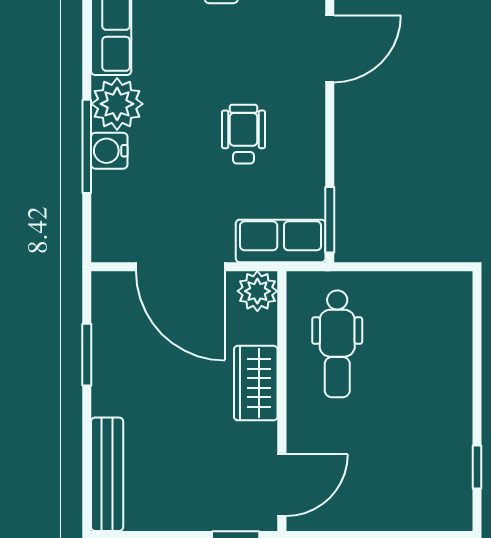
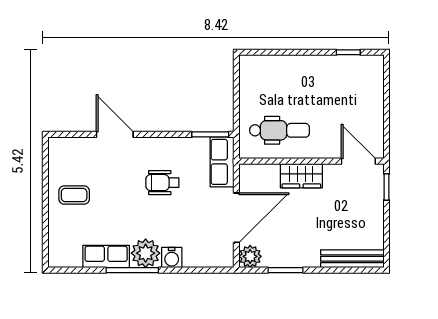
window: (87, 146) -> (132, 270), moved
plant: (257, 291) -> (250, 256), moved

